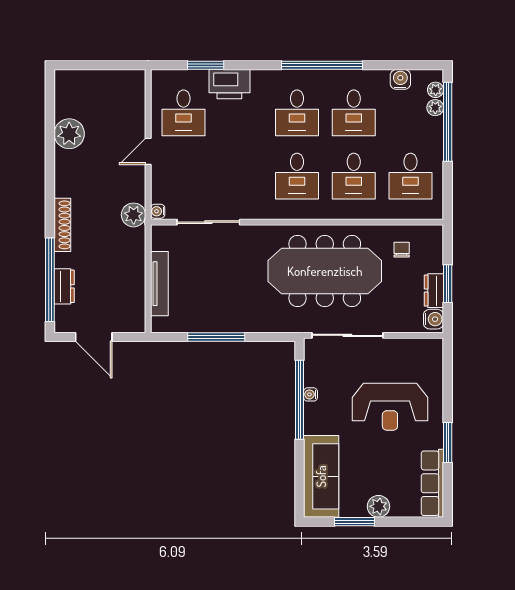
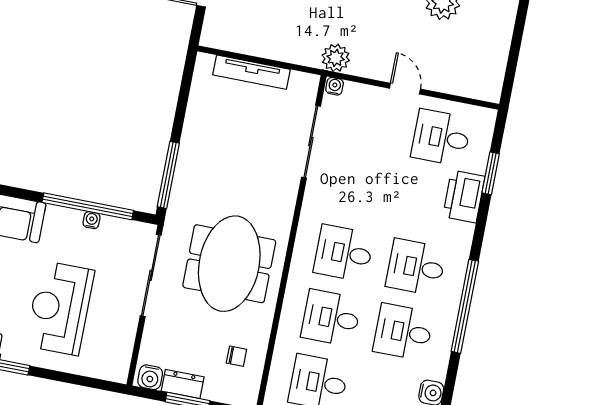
meeting table: (325, 271) -> (229, 264), width x0.73
window: (216, 337) -> (168, 175), moved

